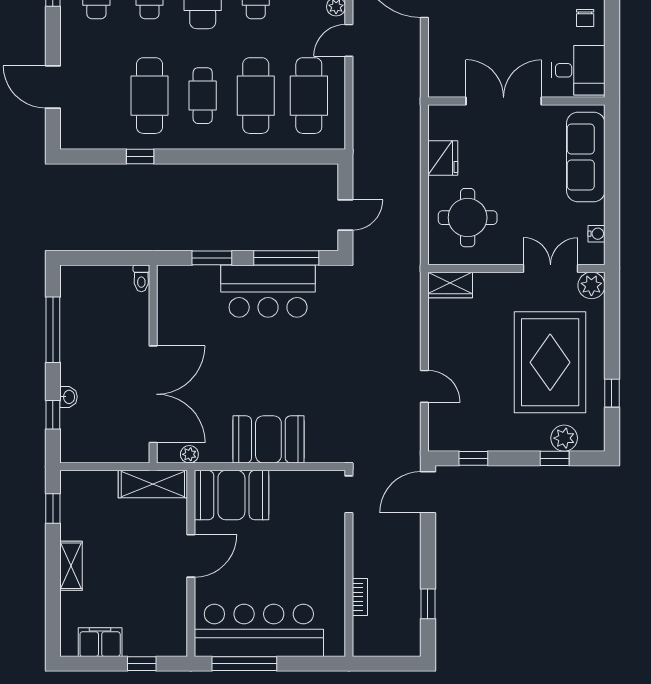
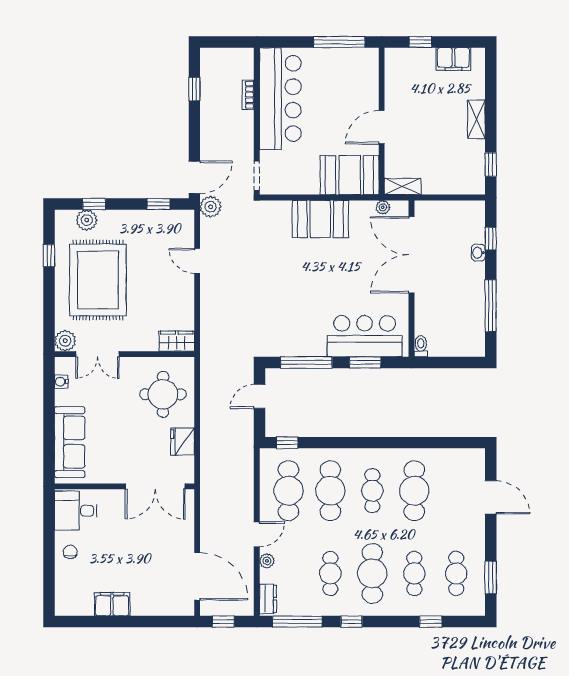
double door: (504, 101) -> (155, 486), moved
window: (140, 156) -> (287, 443), moved
bar counter: (268, 291) -> (365, 336), moved
plant: (407, 455) -> (211, 207), added
shelving: (153, 484) -> (403, 187), width x0.67, depth x0.75
bar counter: (259, 630) -> (280, 98), moved, turned -90

